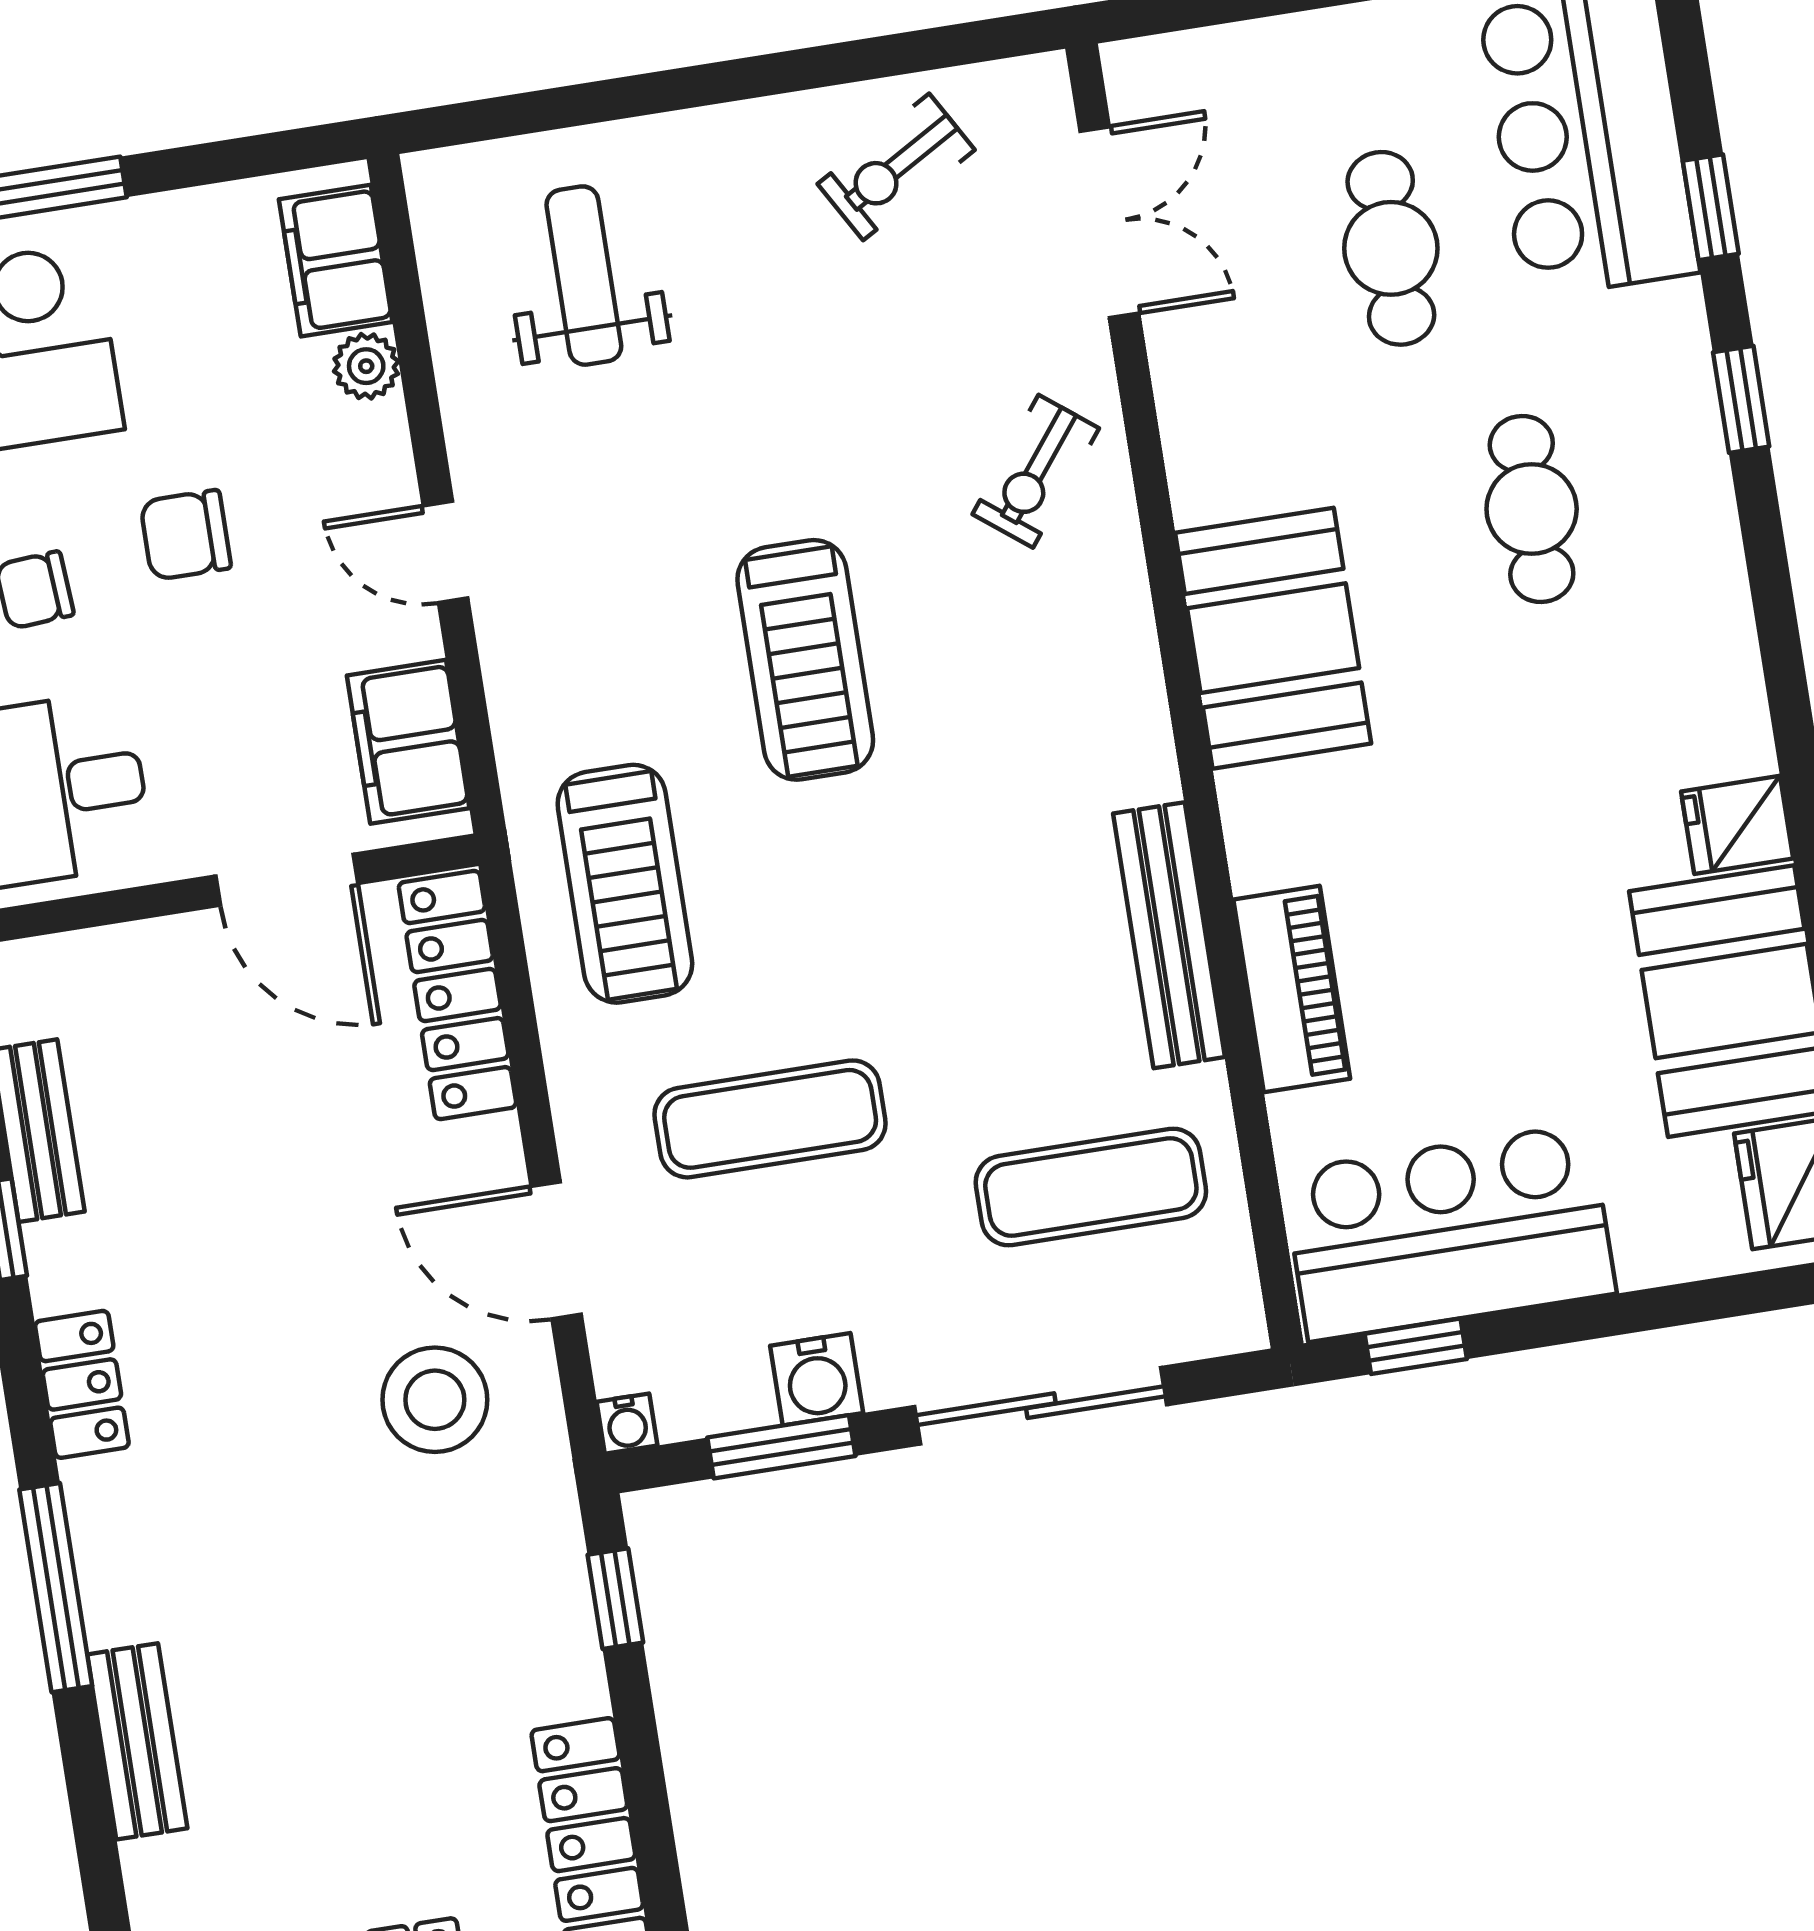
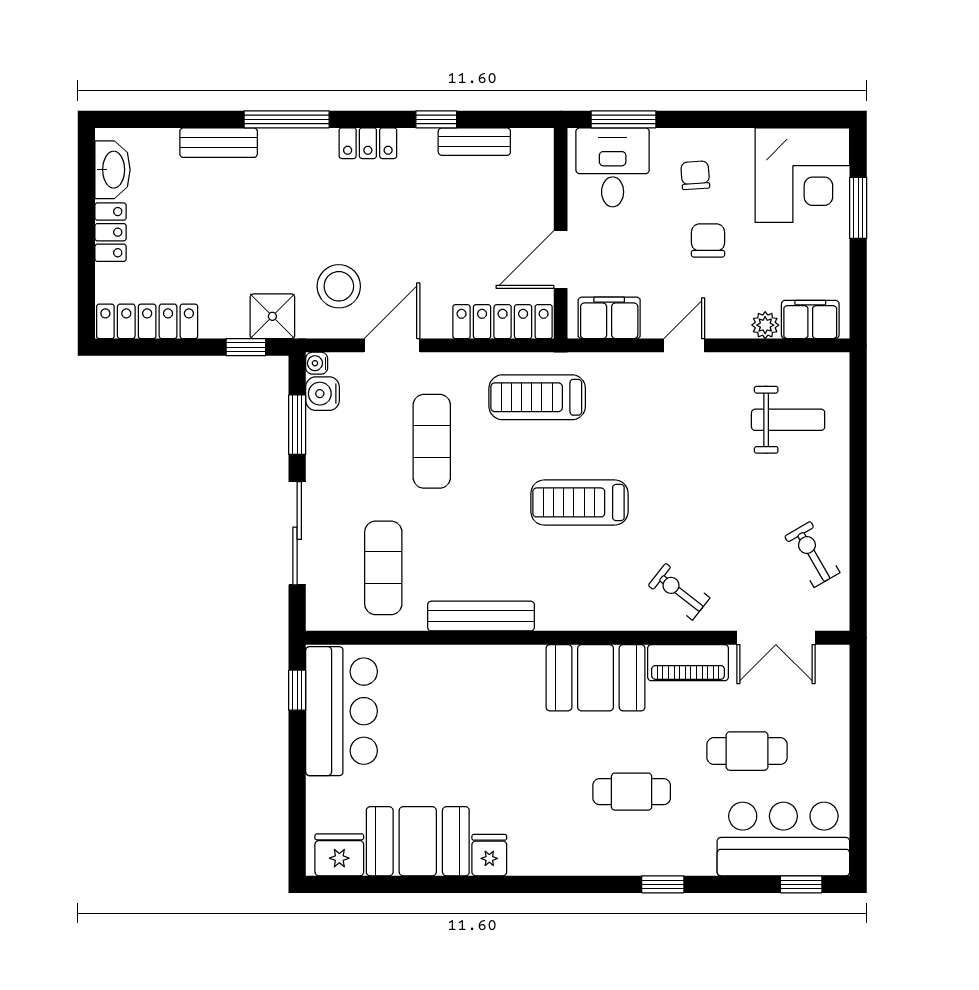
window: (1711, 207) -> (801, 884), moved
treadmill: (805, 660) -> (579, 502), moved
piano: (1292, 989) -> (688, 663), moved
water cooler: (817, 1379) -> (322, 394), moved
shower: (532, 1547) -> (272, 316), added

